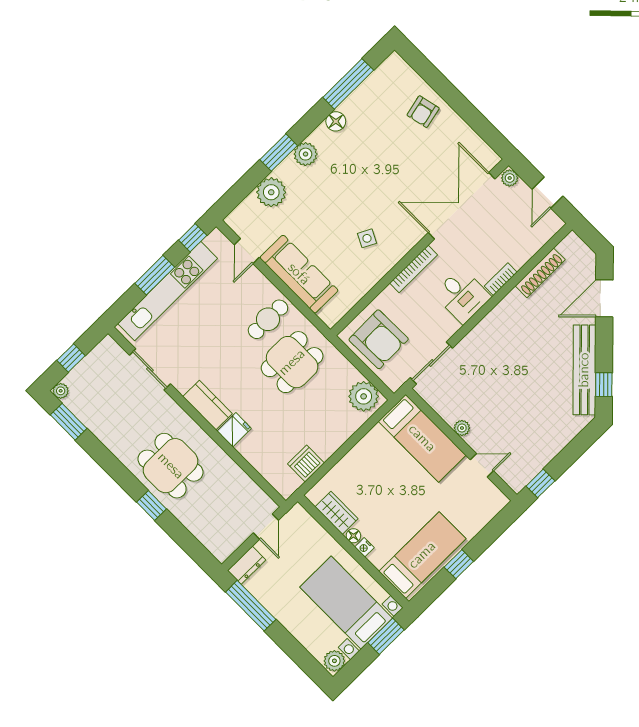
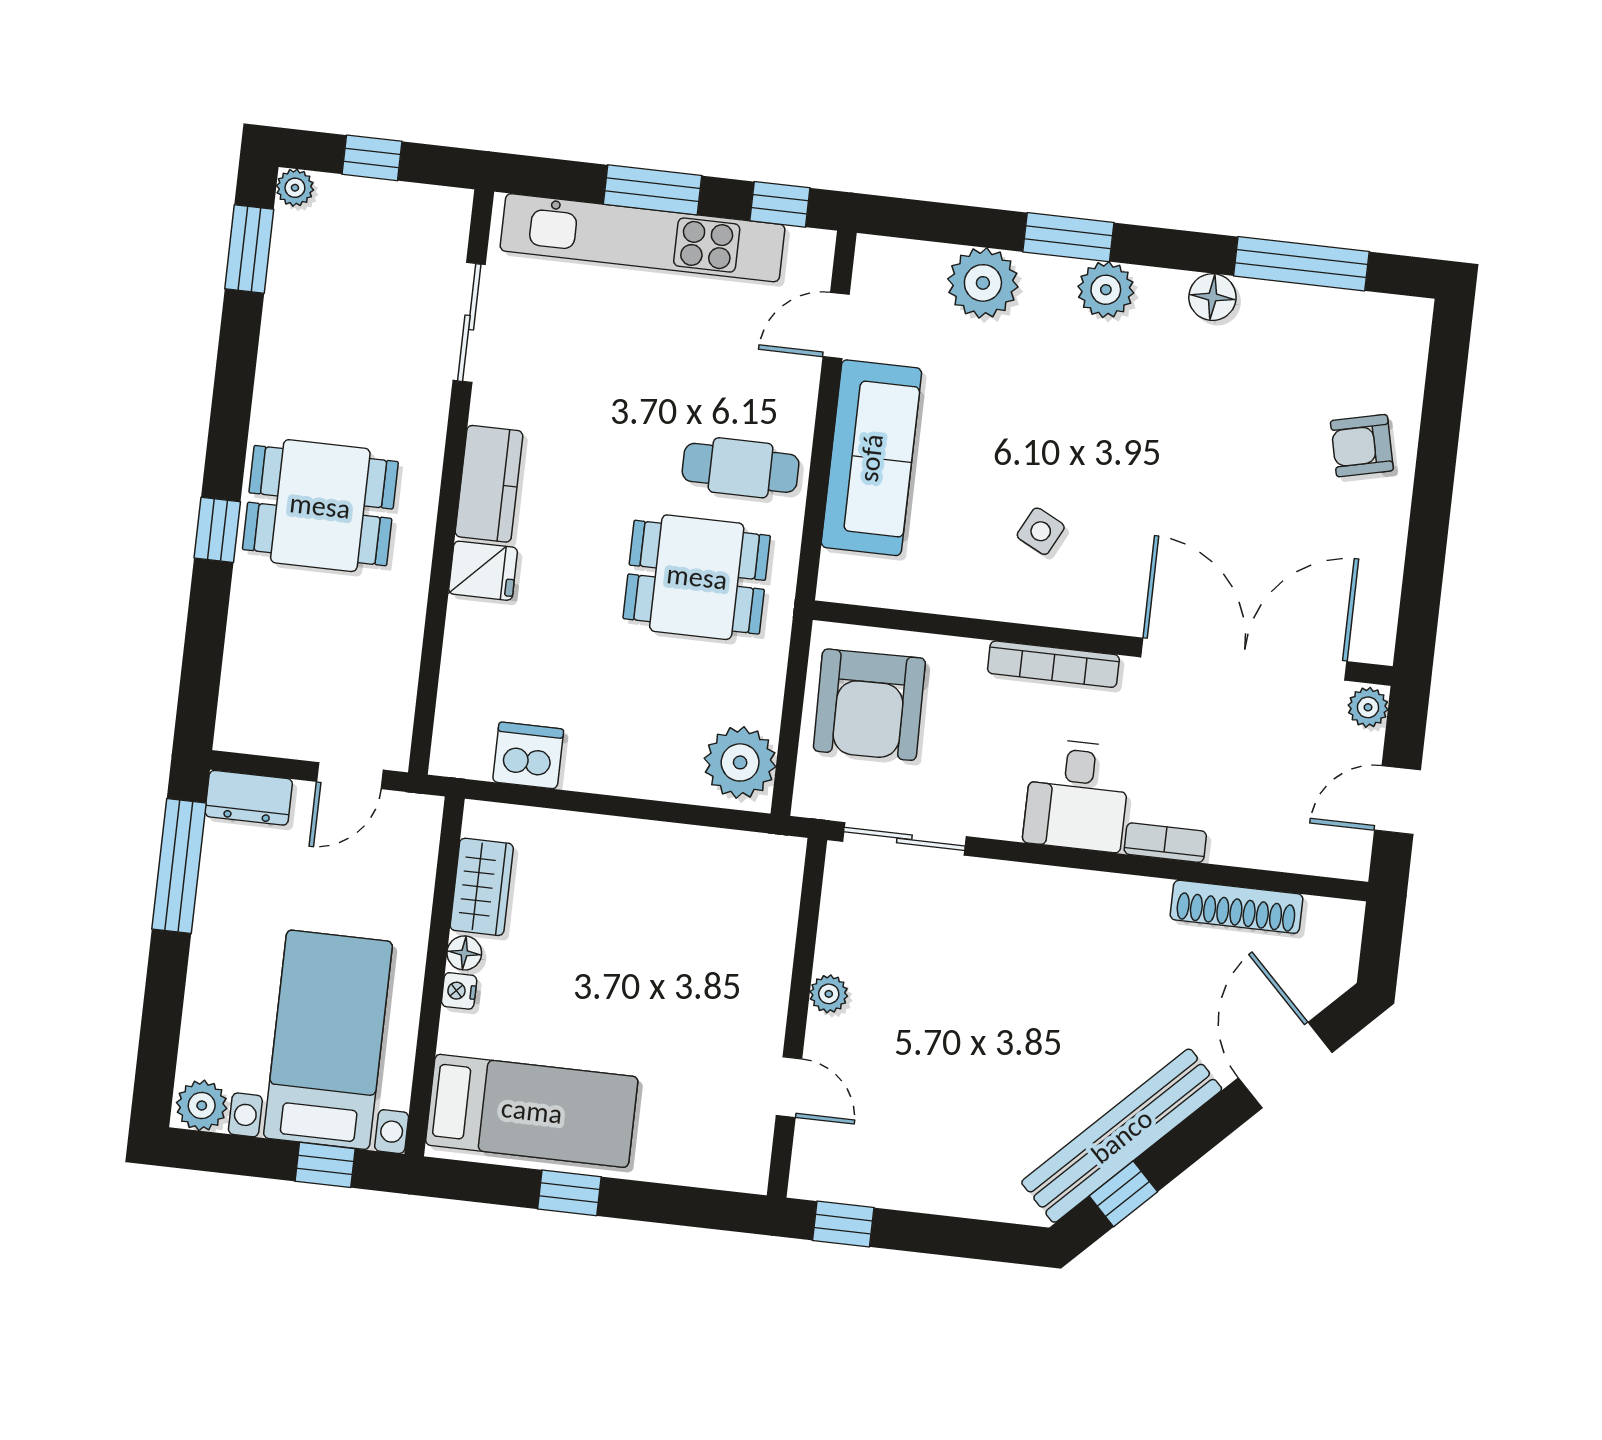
door: (604, 298) -> (1285, 1065), hinge flipped
bed: (422, 438) -> (750, 935), removed
dining table: (171, 466) -> (320, 506), turned 90
window: (386, 636) -> (325, 1165), width x0.67

